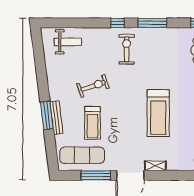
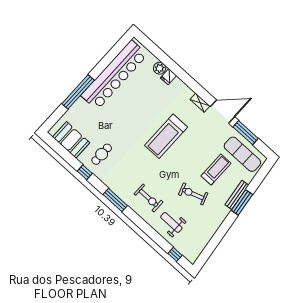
window: (118, 23) -> (175, 254), moved
weight bench: (68, 42) -> (171, 222), moved
exercise bike: (127, 49) -> (148, 198), turned -90
treadmill: (158, 113) -> (166, 136), turned 180

